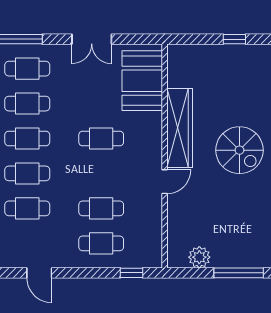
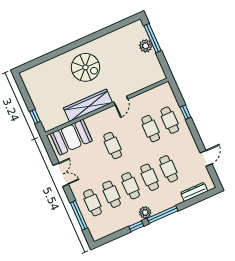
window: (234, 39) -> (35, 117), moved
spiral stairs: (239, 150) -> (85, 67), turned 90
door: (165, 182) -> (121, 101), swing flipped
plant: (199, 257) -> (146, 46), moved
door: (39, 273) -> (206, 158), moved
window: (132, 273) -> (185, 112), moved

